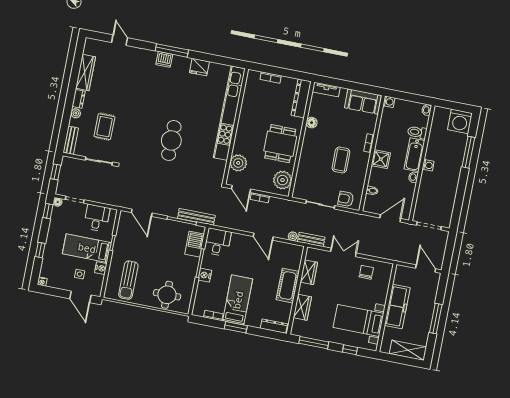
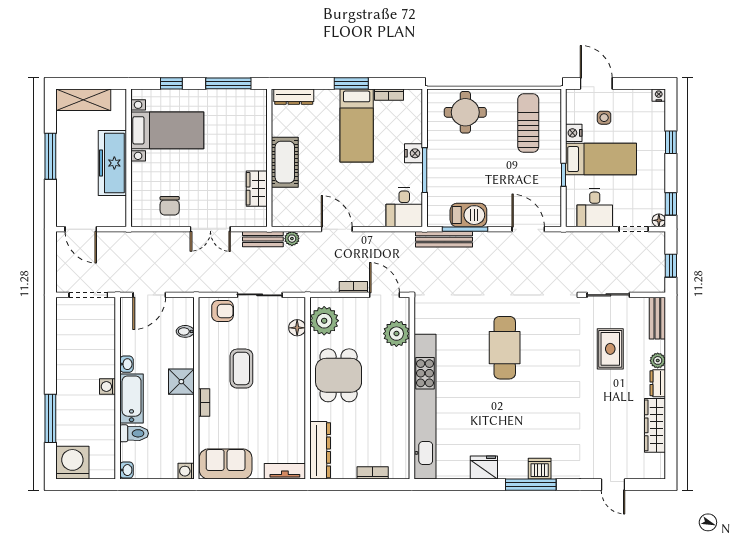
floor lamp: (312, 123) -> (297, 328), moved
barbecue: (194, 244) -> (468, 215), moved, turned -90
wardrobe: (302, 307) -> (256, 134), removed

